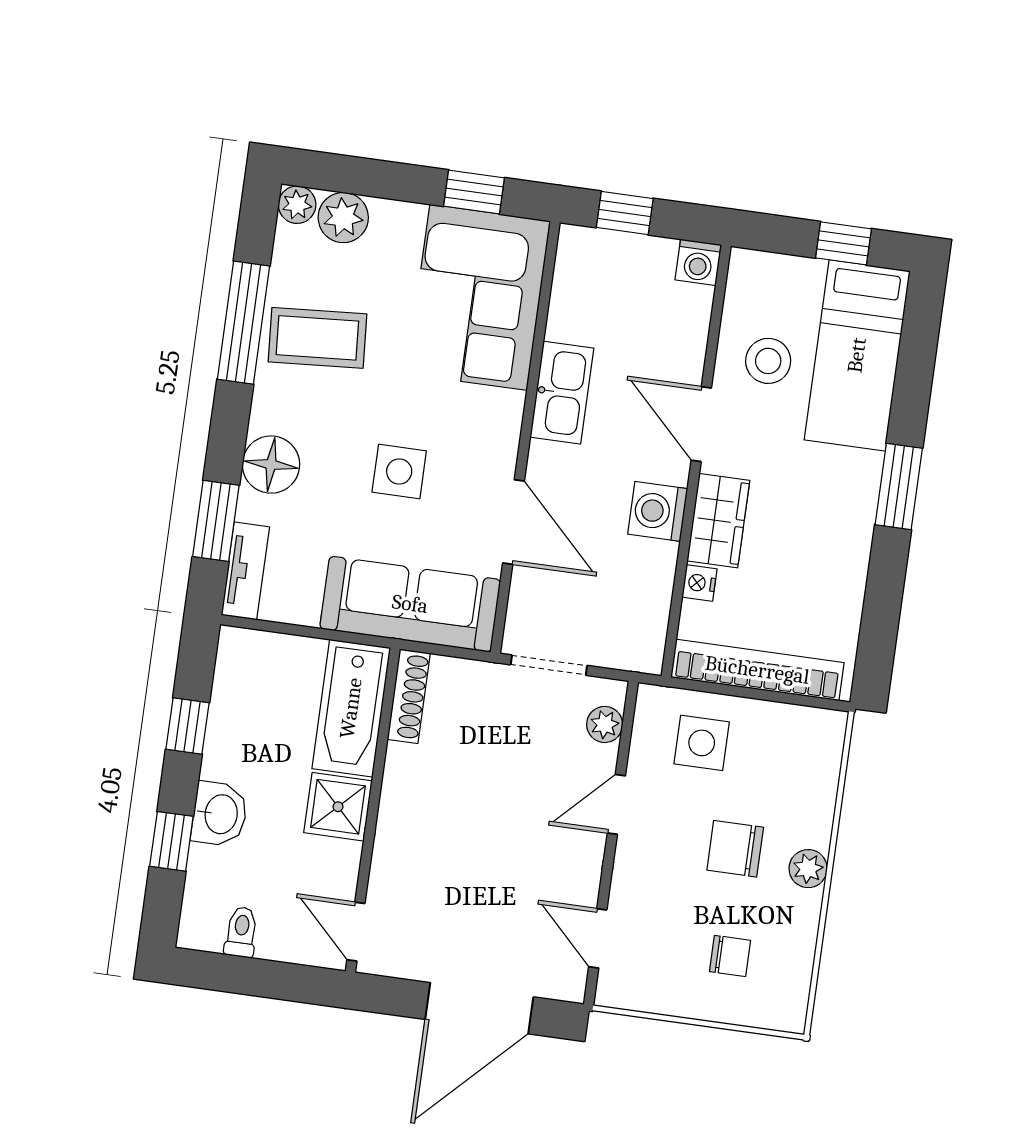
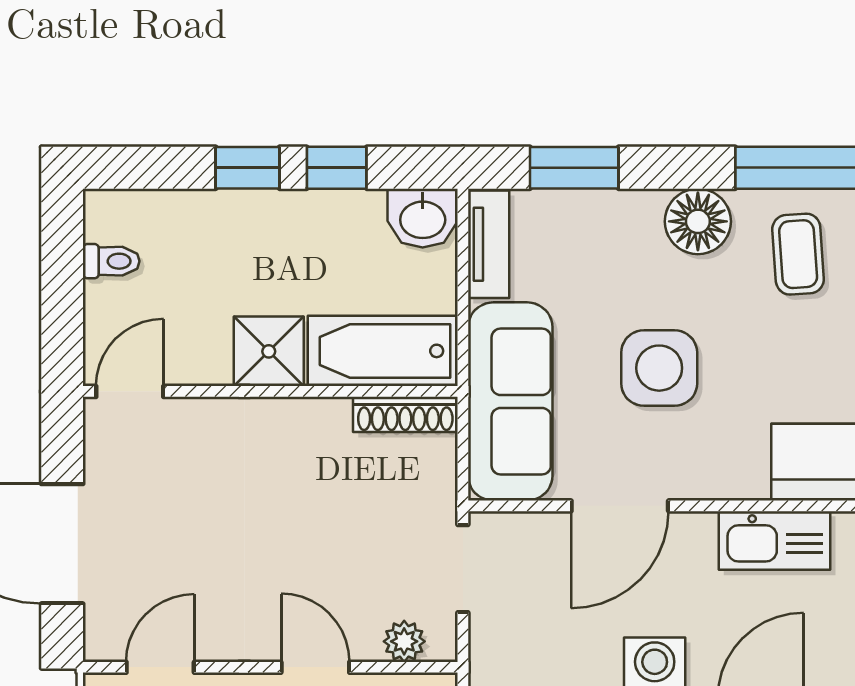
coffee table: (317, 338) -> (798, 254), width x0.73, depth x0.77
floor lamp: (271, 465) -> (698, 221), moved
side table: (399, 471) -> (659, 368), width x1.37, depth x1.37
tv unit: (245, 571) -> (489, 244), moved, turned -90
washbasin: (220, 814) -> (423, 218), moved
window: (171, 841) -> (248, 168), moved

